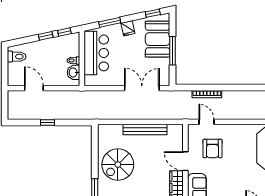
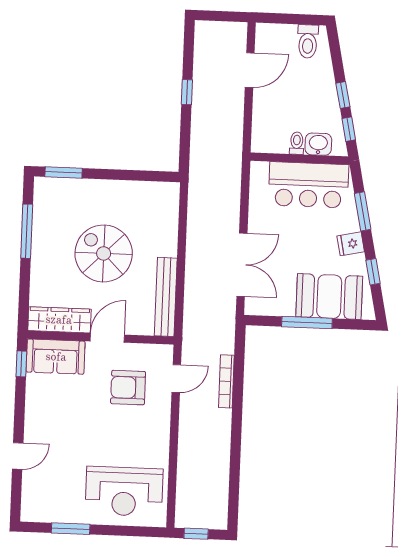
window: (153, 13) -> (373, 272), moved
washbasin: (73, 72) -> (318, 144), moved
bench: (145, 130) -> (166, 297), moved
spiral stairs: (118, 165) -> (104, 253), moved

